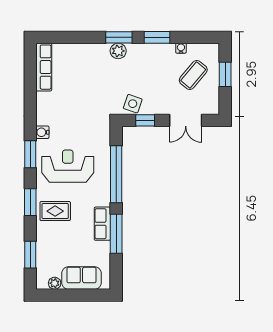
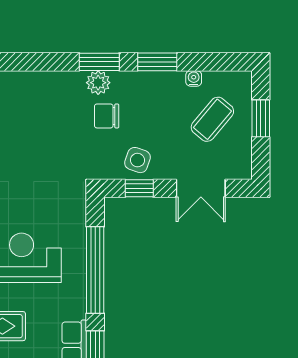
chair: (124, 73) -> (107, 116), added
side table: (133, 104) -> (138, 160), moved

